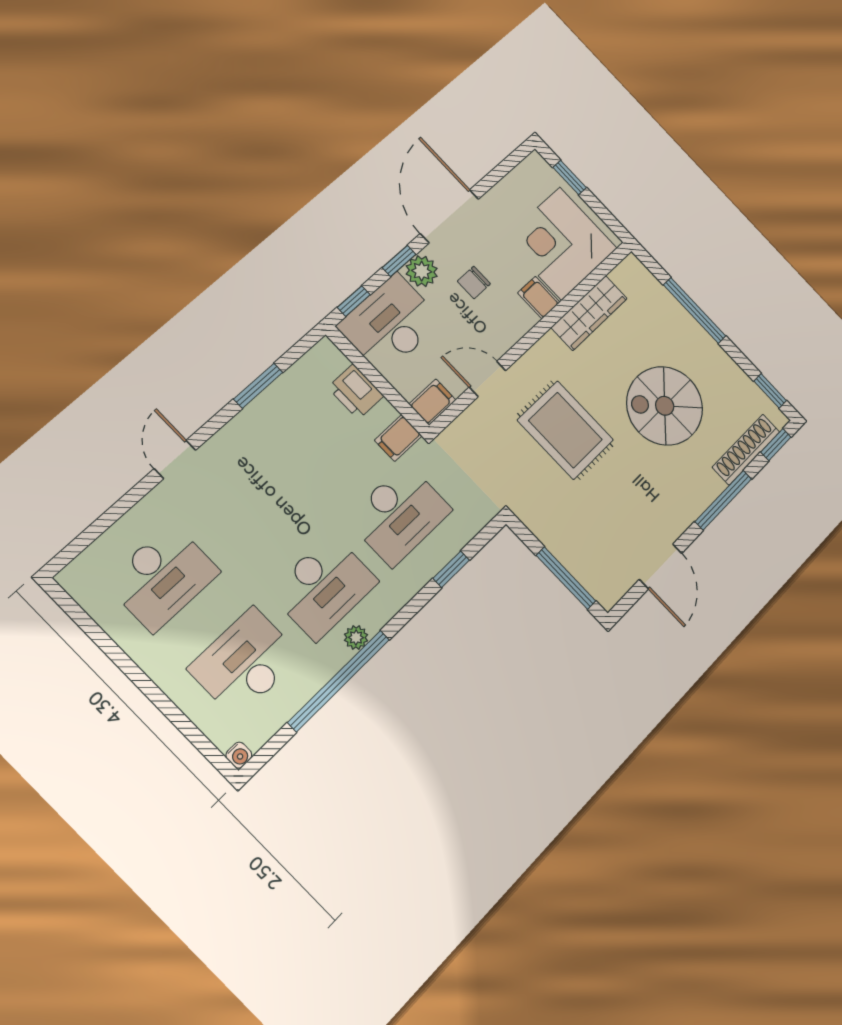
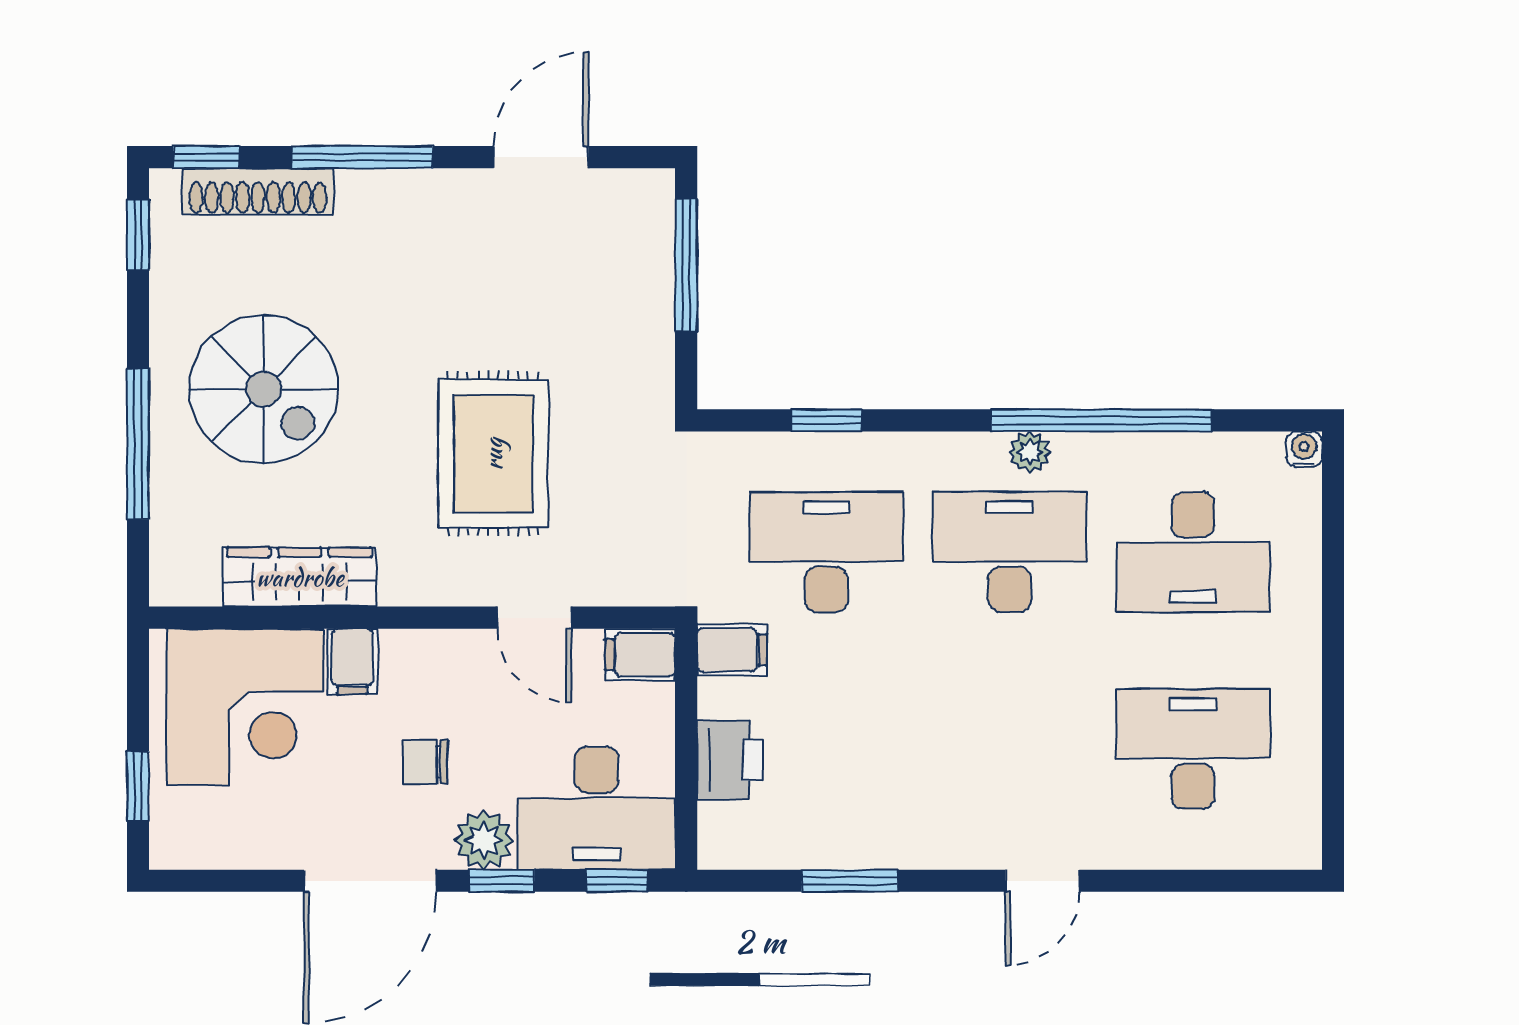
chair: (474, 283) -> (425, 762), turned 180
spiral stairs: (665, 406) -> (264, 389), moved

